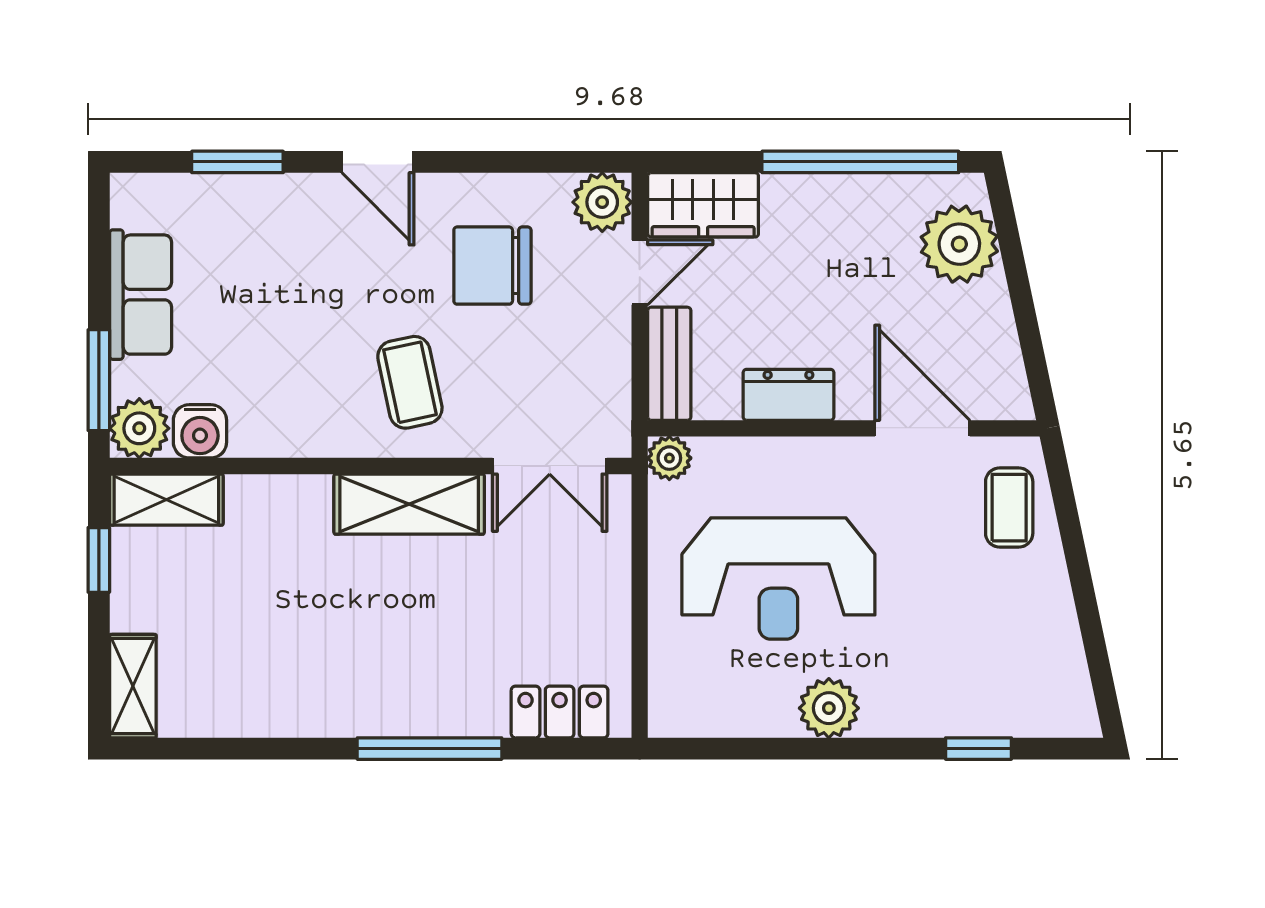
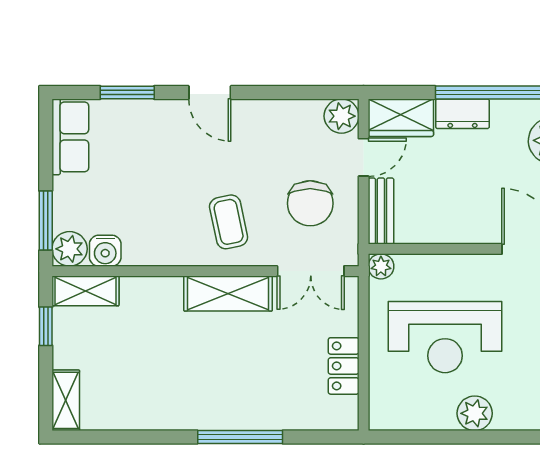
chair: (492, 266) -> (310, 203), moved, turned -90
row of seats: (141, 295) -> (70, 137), moved
dresser: (788, 395) -> (462, 114), moved, turned 180
locker: (560, 712) -> (344, 366), moved, turned -90

